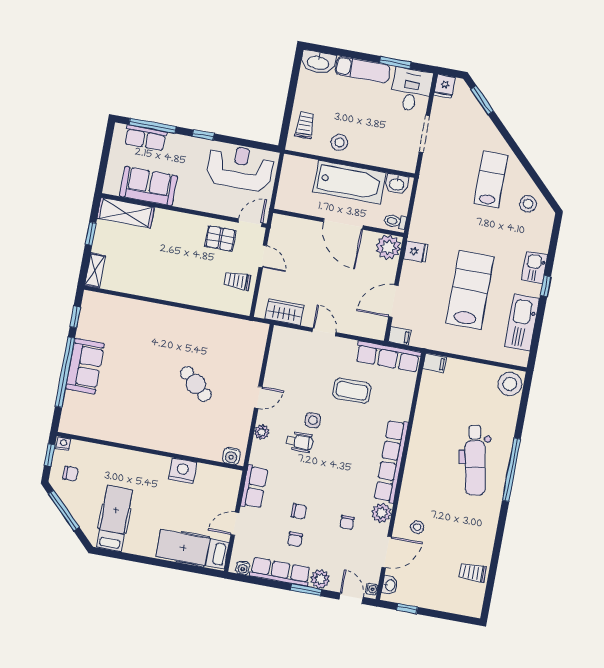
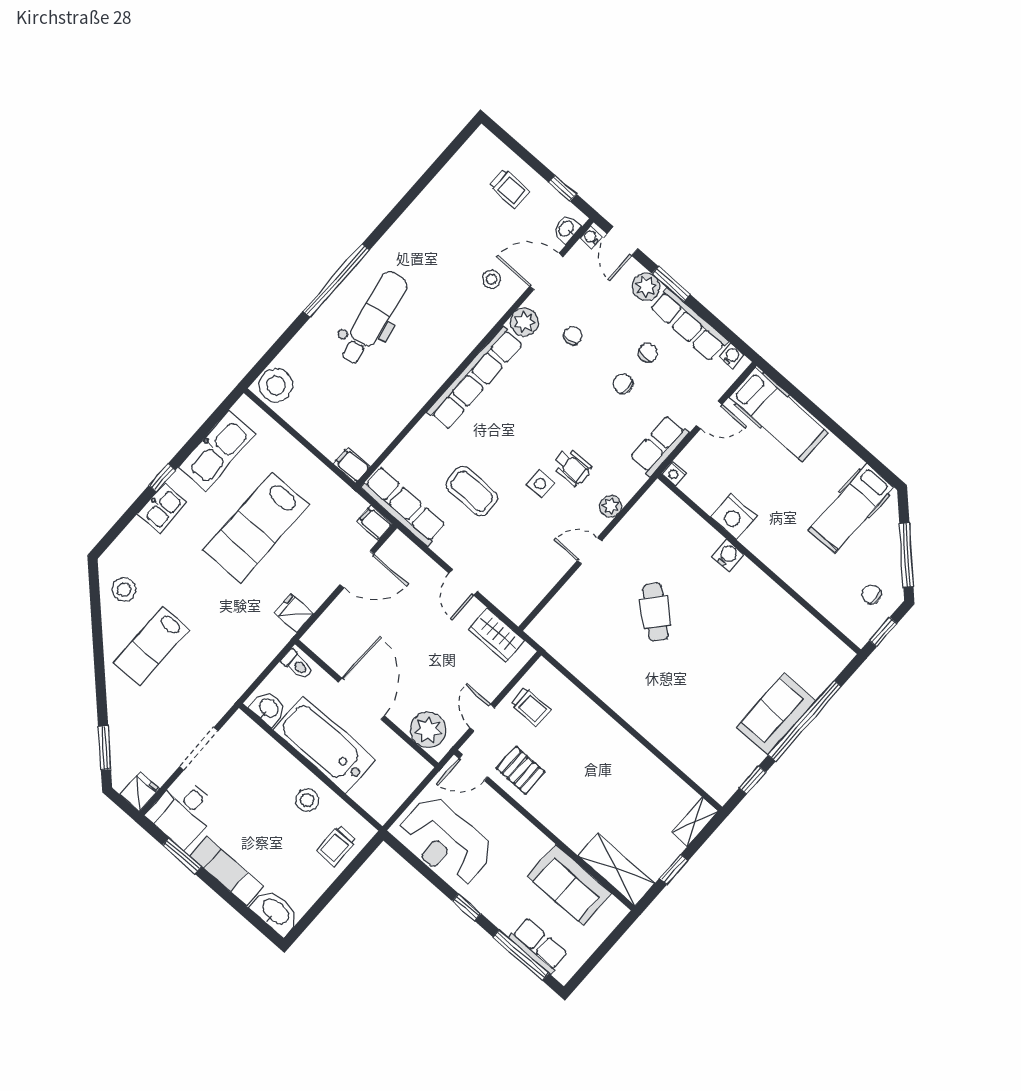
plant: (388, 247) -> (428, 730), moved
wheelchair: (300, 442) -> (572, 467), turned 180
nightstand: (63, 444) -> (674, 473), moved
water cooler: (231, 456) -> (728, 555), moved
trolley: (473, 573) -> (510, 189), moved

